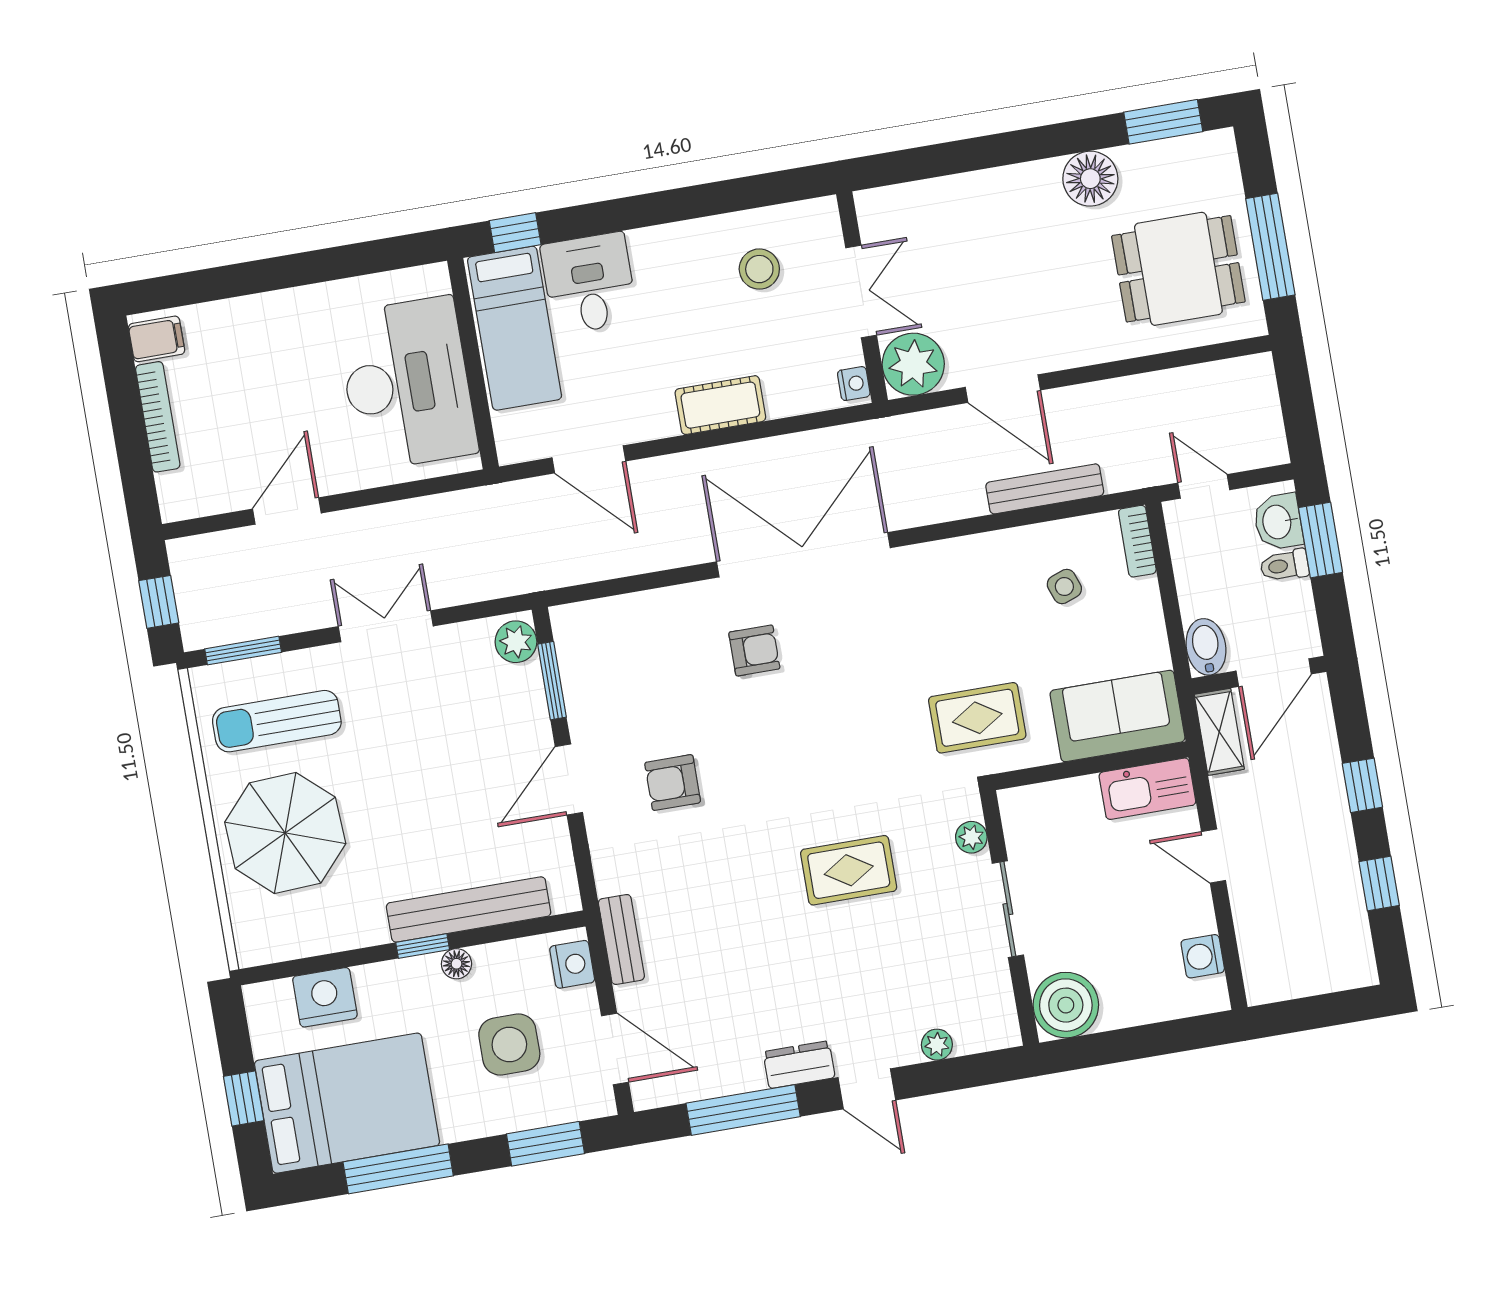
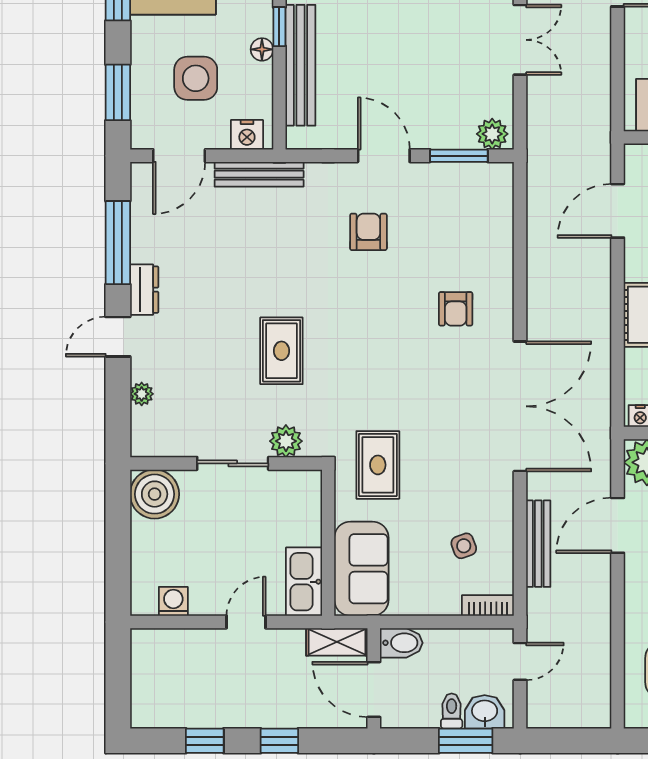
double door: (803, 555) -> (520, 406), moved
plant: (971, 837) -> (286, 441), width x1.38, depth x1.38
bench: (621, 939) -> (259, 174), width x1.36

